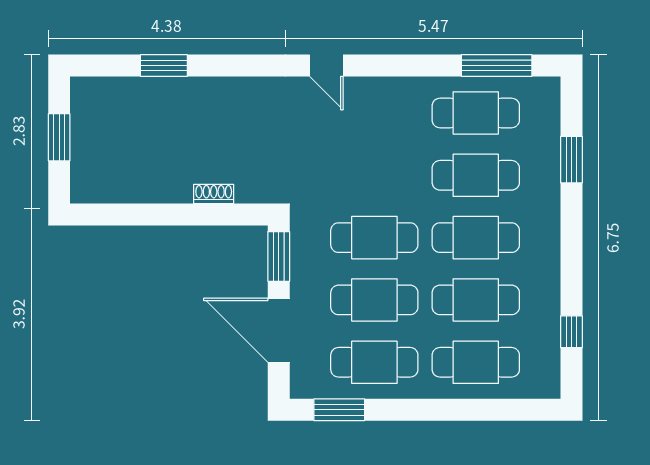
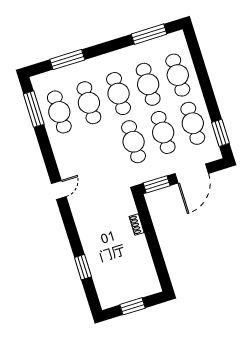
window: (571, 160) -> (67, 60), width x1.44
window: (571, 332) -> (149, 34), width x2.17

